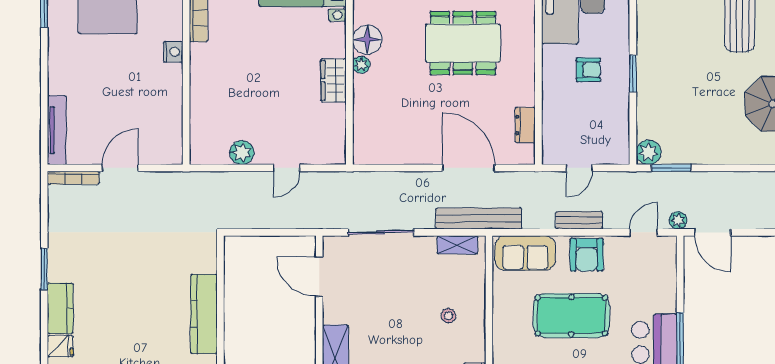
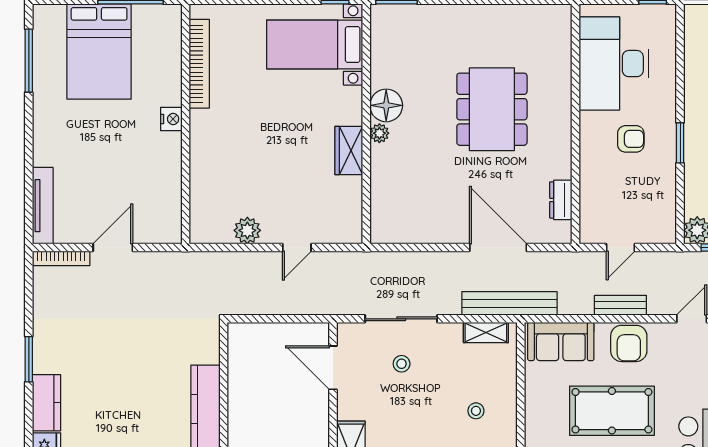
dining table: (463, 43) -> (492, 109), turned 90
stool: (381, 273) -> (402, 364), added

